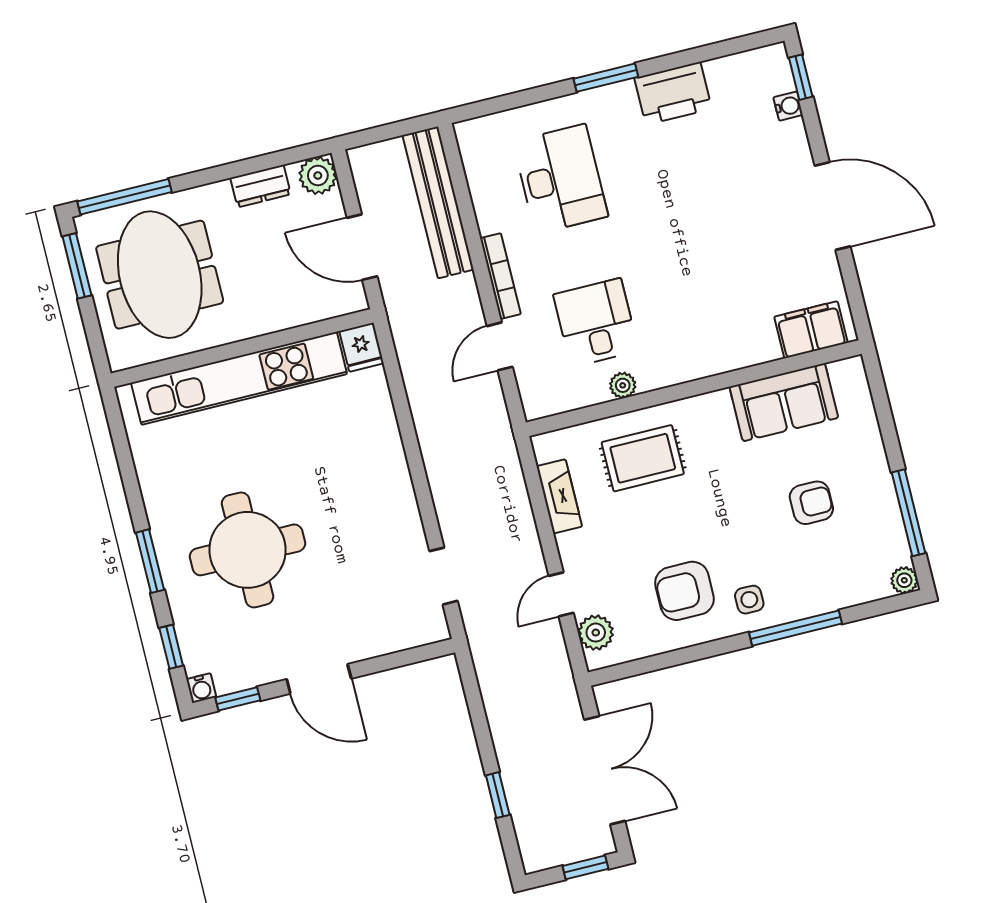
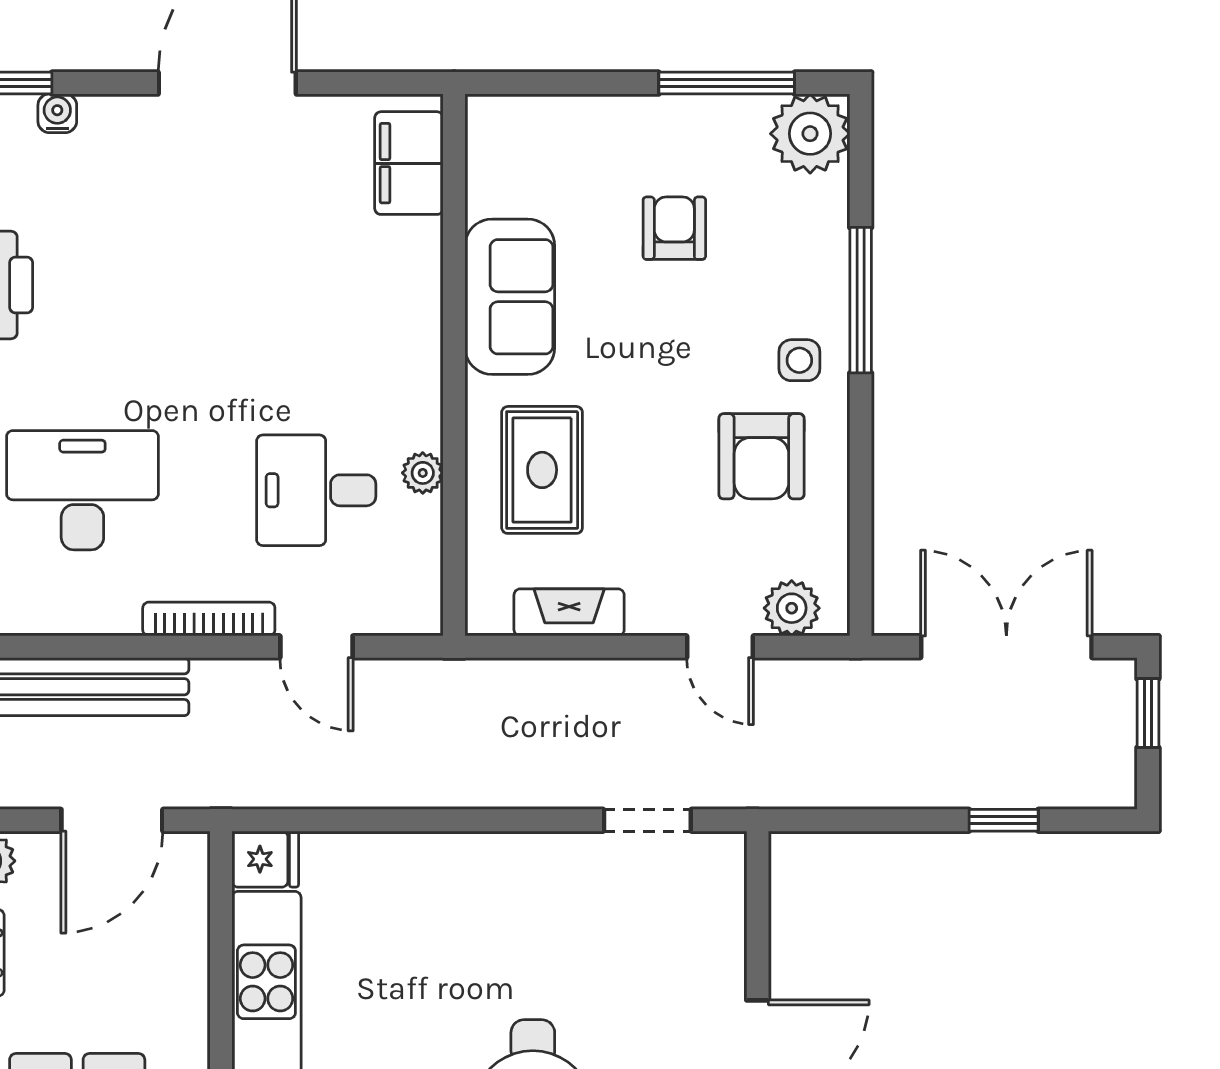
sofa: (784, 402) -> (510, 297), moved
plant: (904, 580) -> (810, 134), width x1.88, depth x1.88

